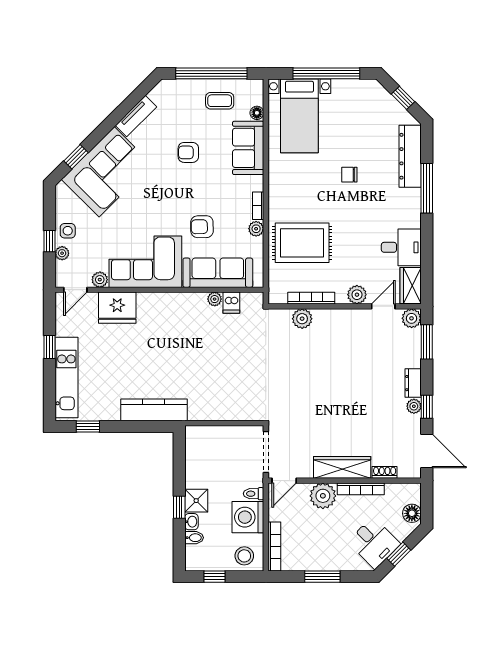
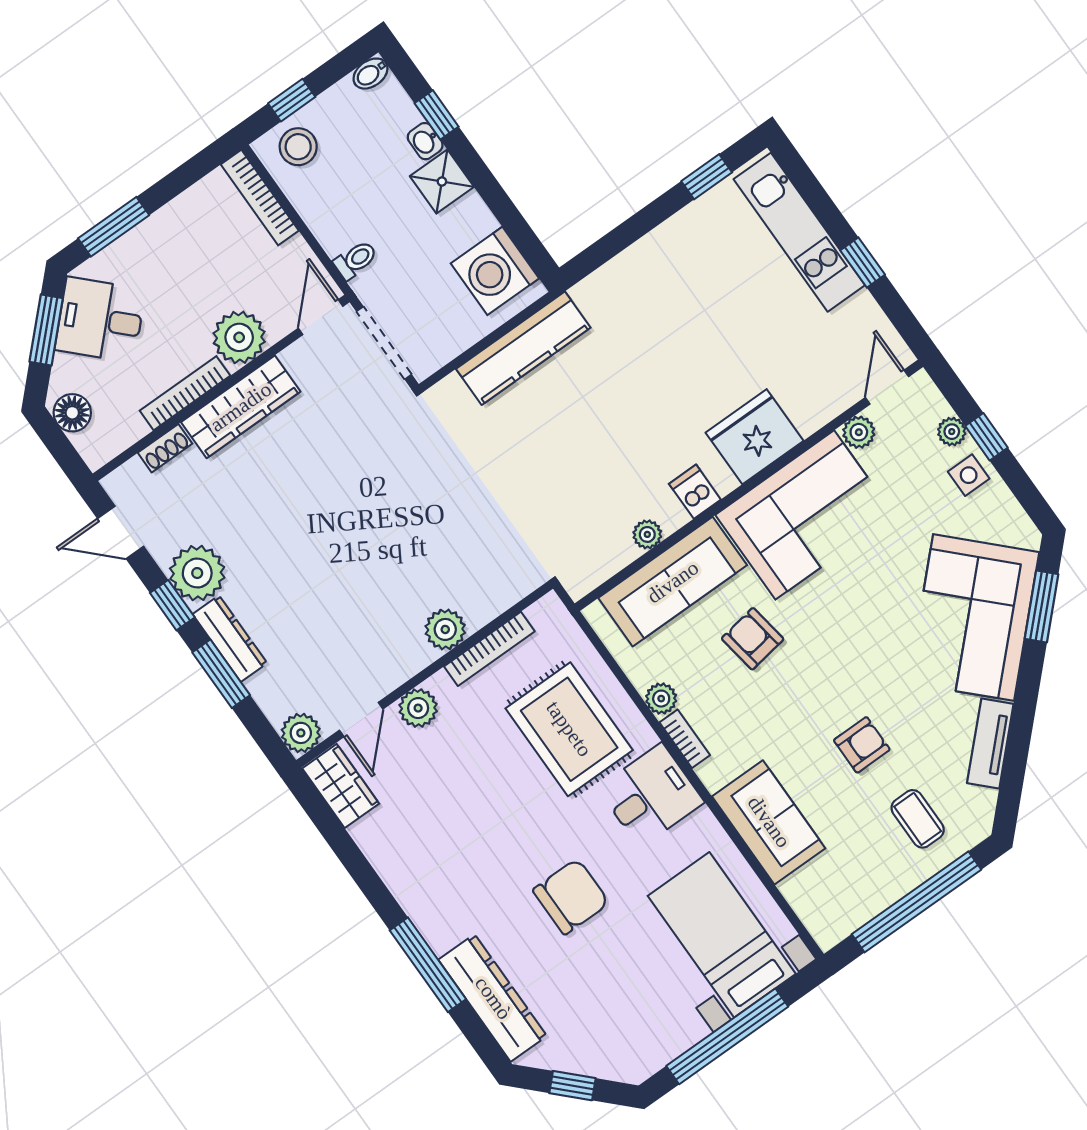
coffee table: (220, 101) -> (918, 819), moved, turned 90
floor lamp: (257, 113) -> (795, 890), removed
window: (76, 157) -> (1041, 606), width x1.50
chair: (349, 175) -> (571, 897), width x1.87, depth x1.87
armchair: (202, 227) -> (753, 639), turned -98
rug: (302, 243) -> (569, 729), turned 90
desk: (401, 247) -> (651, 795), moved, turned 180
dishwasher: (231, 303) -> (695, 492), moved
fridge: (117, 308) -> (754, 437), moved
plant: (302, 319) -> (445, 629), moved
window: (427, 342) -> (221, 674), moved
dresser: (413, 383) -> (230, 639), width x1.44
plant: (414, 406) -> (197, 573), width x1.88, depth x1.88
kitchen counter: (154, 410) -> (523, 348), moved
door: (427, 451) -> (121, 532), width x0.73
window: (179, 507) -> (437, 115), moved
washing machine: (248, 517) -> (495, 271), moved, turned 180
bidet: (194, 538) -> (371, 74), moved
window: (399, 554) -> (46, 330), width x1.50
window: (214, 577) -> (292, 100), moved
window: (322, 577) -> (114, 227), moved

